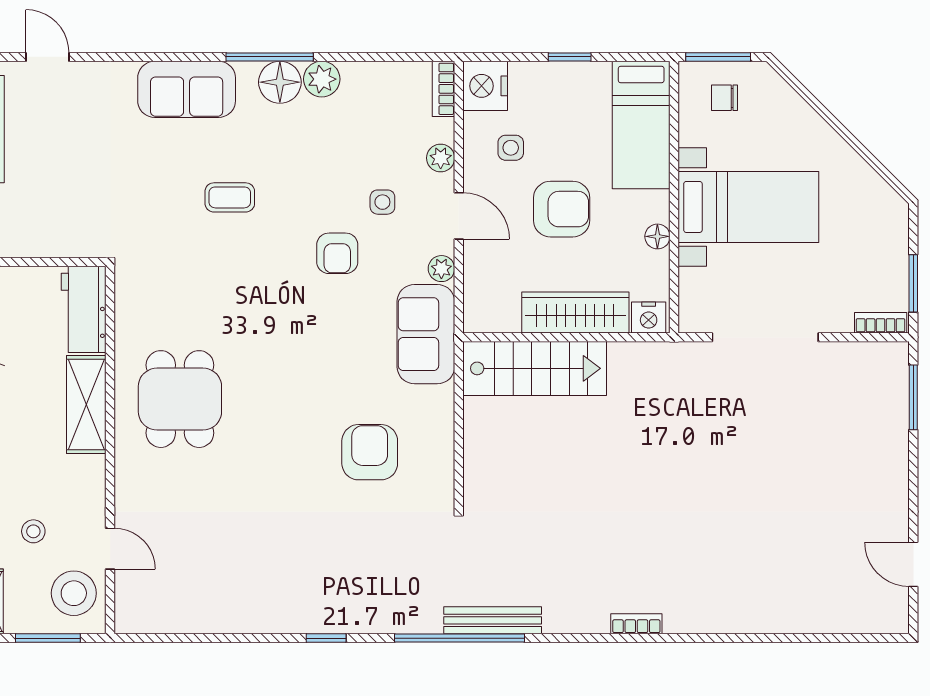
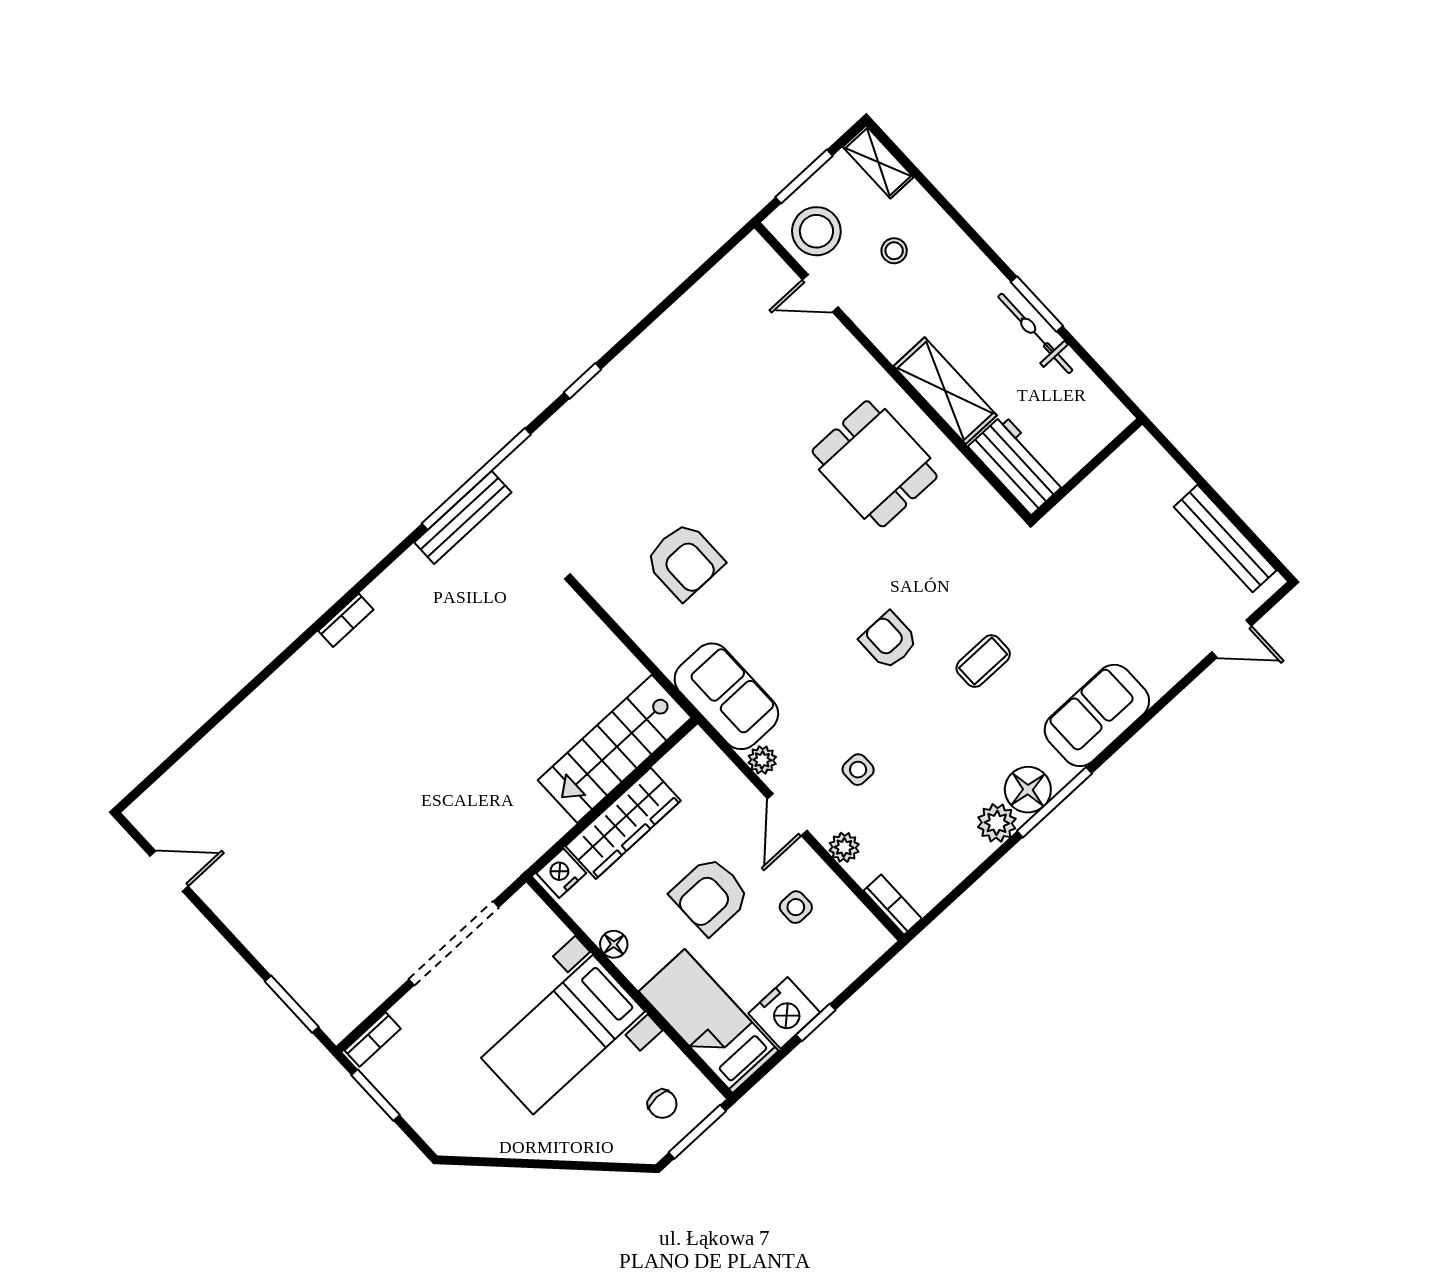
nightstand: (485, 86) -> (784, 1013), moved, turned 90
chair: (724, 98) -> (662, 1104), turned 90
door: (459, 216) -> (787, 815), hinge flipped
armchair: (337, 253) -> (889, 640), moved

